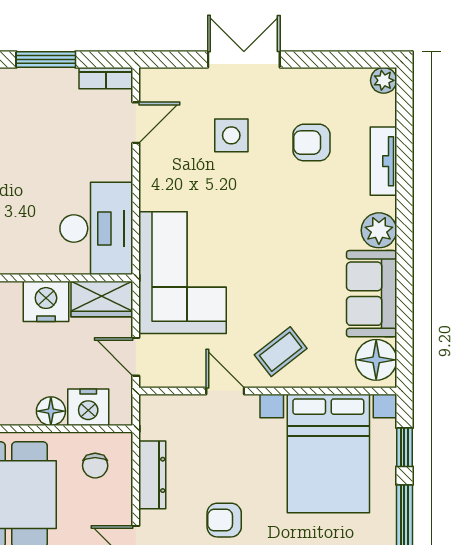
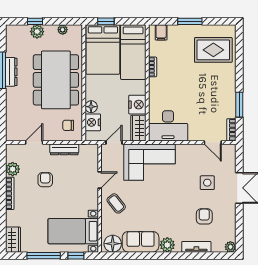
bed with nightstands: (328, 453) -> (73, 231), width x0.73

